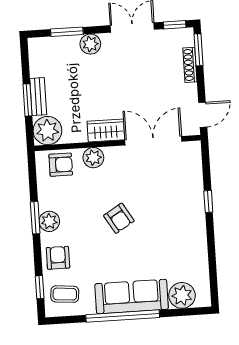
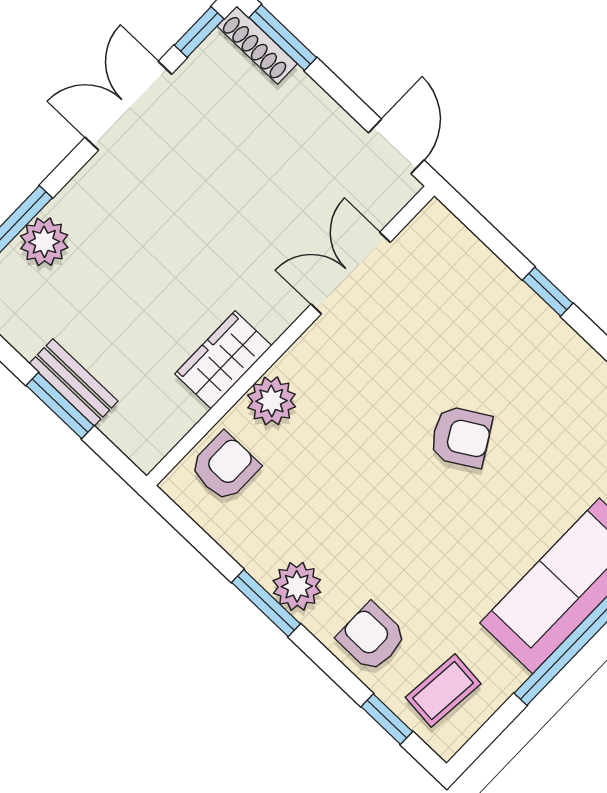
plant: (90, 44) -> (44, 242), moved
shoe rack: (190, 65) -> (257, 45), moved
plant: (47, 131) -> (146, 428), removed
wardrobe: (106, 131) -> (223, 360), moved
double door: (153, 141) -> (351, 273), width x0.73
armchair: (119, 218) -> (461, 437), moved

